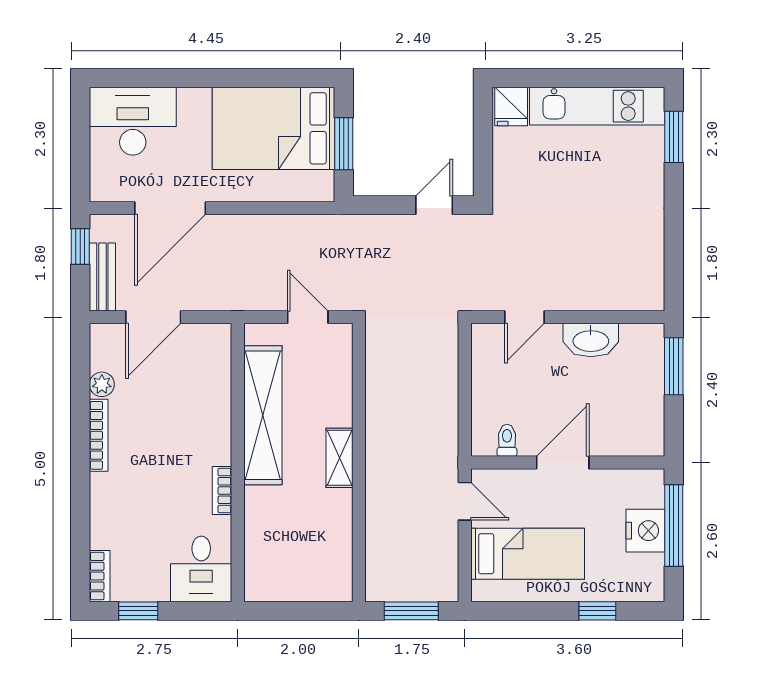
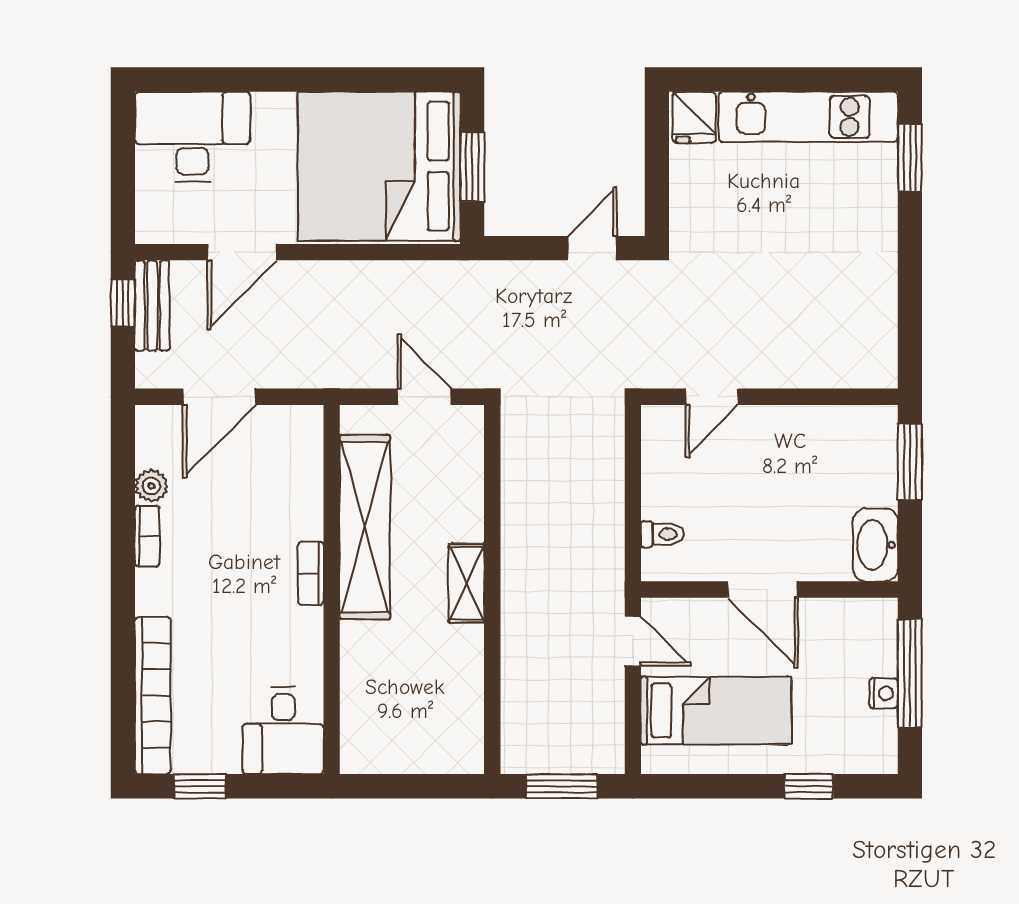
bed: (273, 128) -> (379, 166), width x1.36
door: (170, 208) -> (242, 252), width x0.73
bench: (102, 277) -> (152, 306), moved
washbasin: (591, 340) -> (875, 545), moved, turned 90
bookcase: (99, 435) -> (147, 536), width x0.64
toilet: (507, 440) -> (662, 534), moved, turned 90
door: (563, 462) -> (763, 590), swing flipped
bookcase: (222, 491) -> (311, 573), moved
nightstand: (645, 531) -> (884, 693), width x0.53, depth x0.56
bookcase: (100, 576) -> (153, 696), width x2.31, depth x1.31

